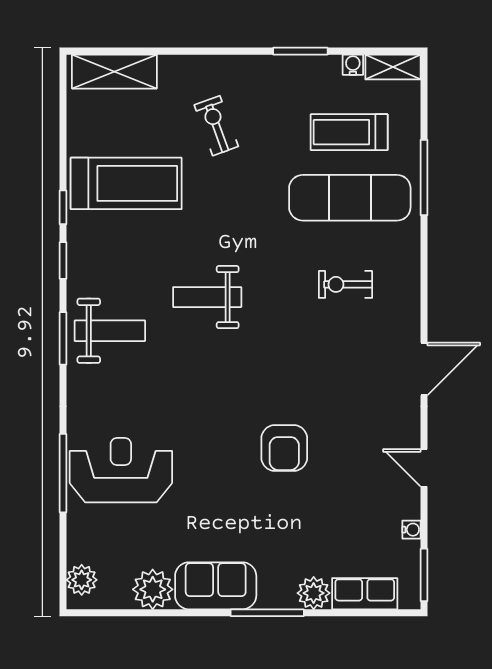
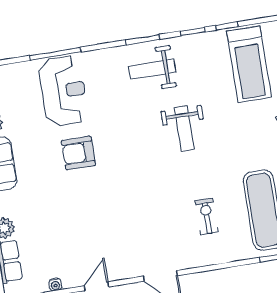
weight bench: (207, 297) -> (184, 128), turned 180
weight bench: (110, 331) -> (152, 69), turned 90
armchair: (284, 448) -> (78, 153), moved

